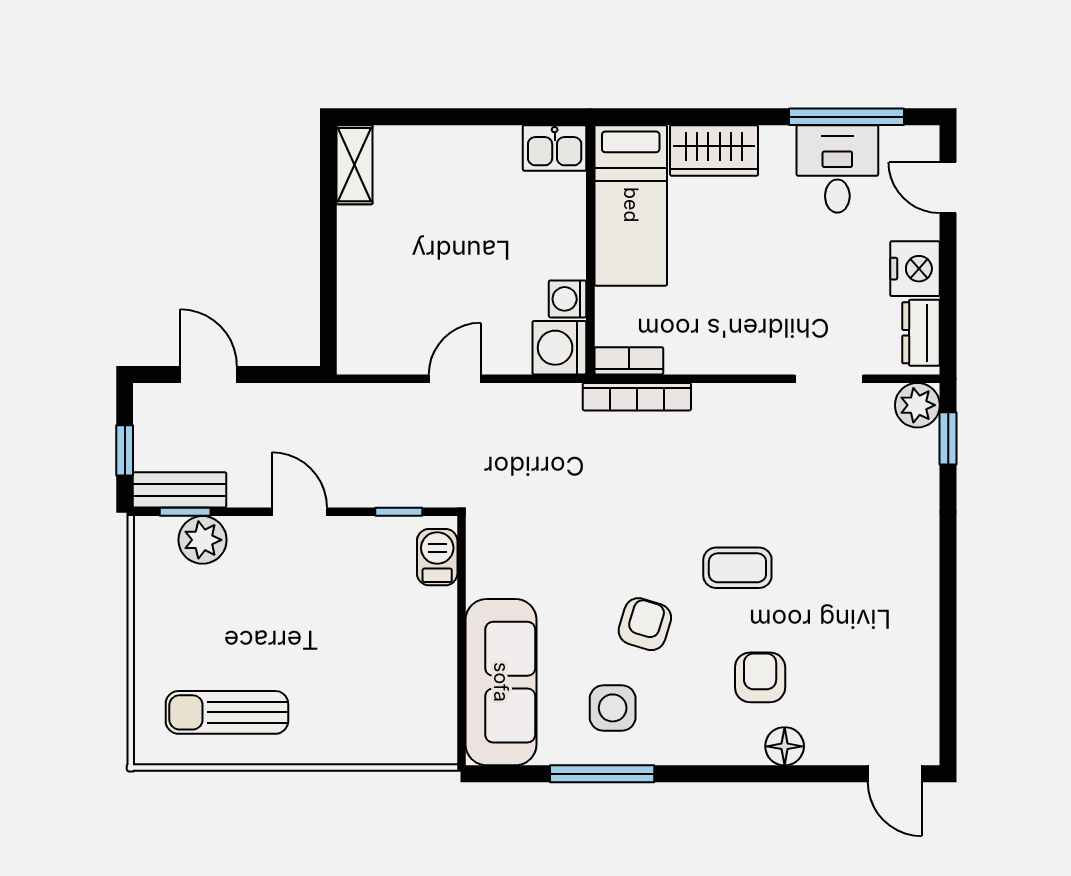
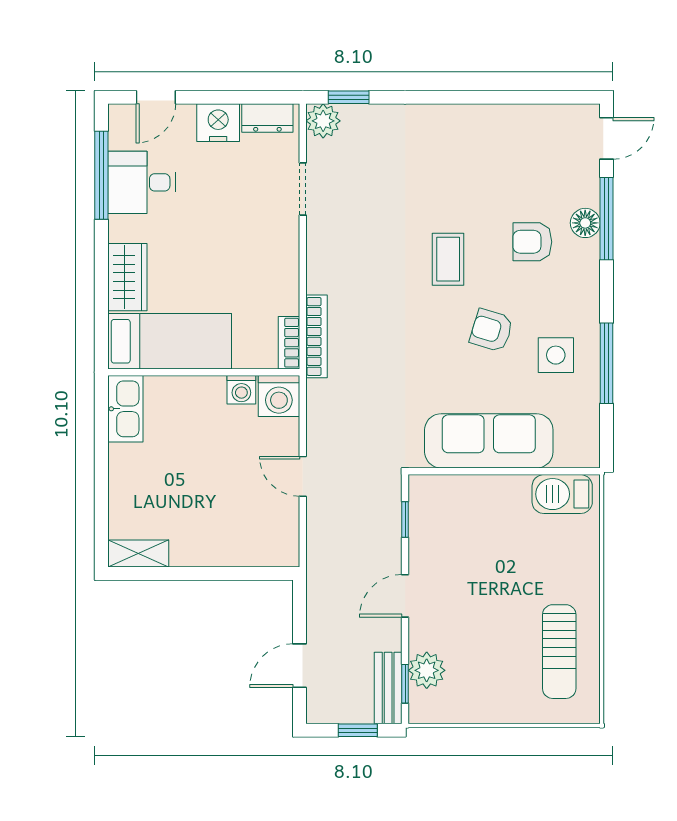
kitchen sink: (555, 148) -> (125, 409), width x1.38
barbecue: (437, 557) -> (562, 494), moved, width x1.38, depth x1.27
sofa: (501, 682) -> (489, 441), moved
window: (790, 774) -> (606, 219), added

